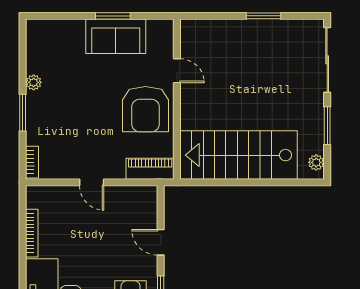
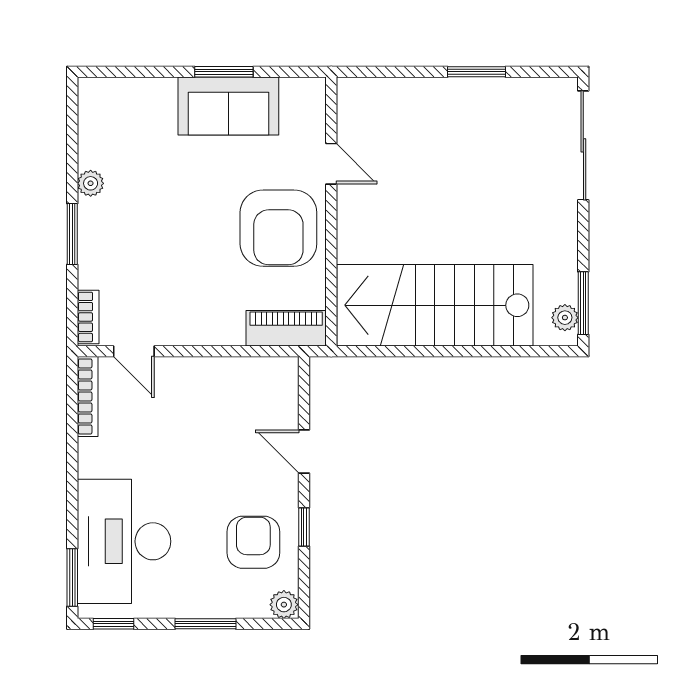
window: (327, 126) -> (583, 303), moved
door: (92, 182) -> (134, 351), moved
bookcase: (32, 233) -> (88, 396), moved

